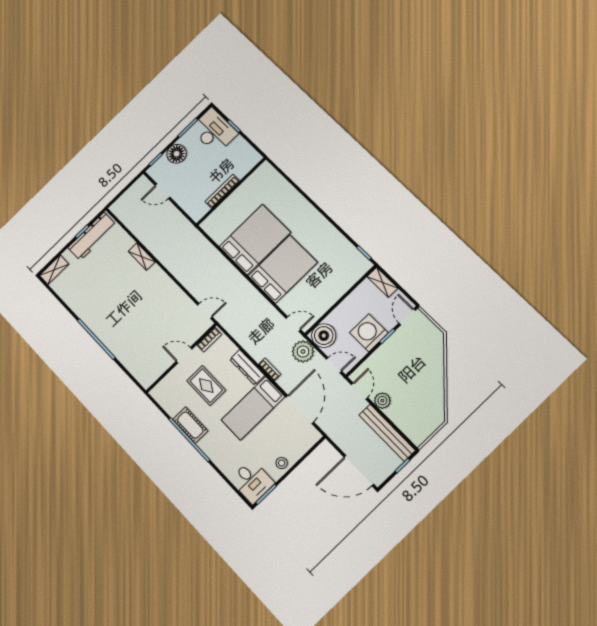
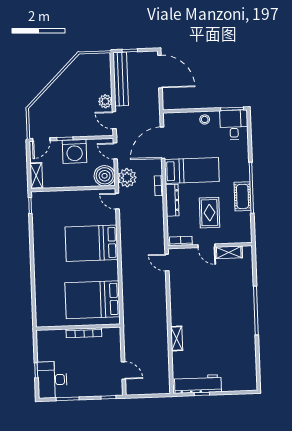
floor lamp: (177, 154) -> (91, 388), removed
bed: (255, 239) -> (93, 300), moved
shelving: (54, 270) -> (229, 252), moved
door: (359, 391) -> (114, 120), hinge flipped

